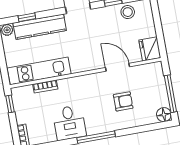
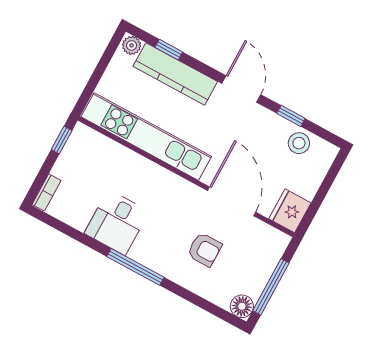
door: (118, 67) -> (232, 201), width x1.36
kitchen unit: (39, 71) -> (146, 137), width x1.36
bookcase: (45, 86) -> (123, 154), removed

